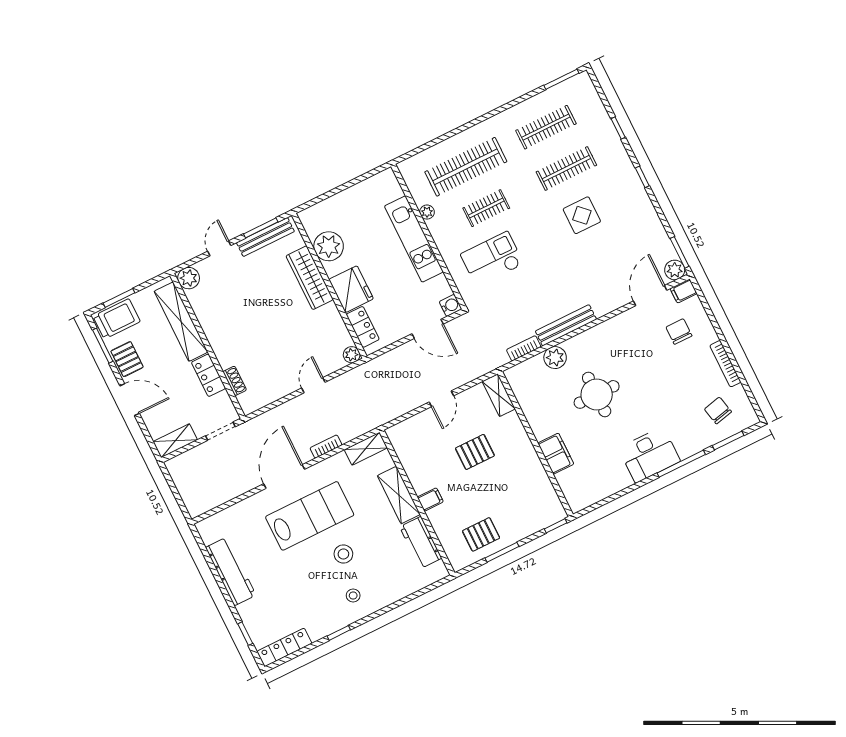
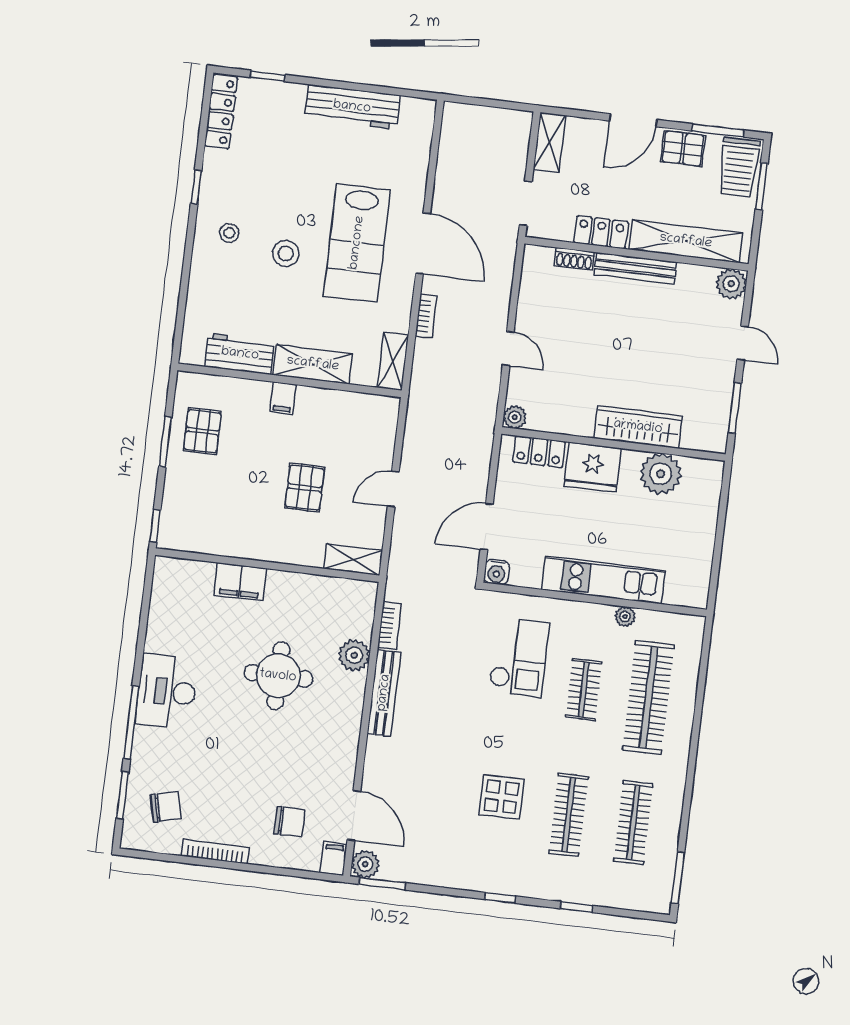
bench: (265, 237) -> (635, 268), moved, turned 90
door: (441, 399) -> (393, 489), hinge flipped

